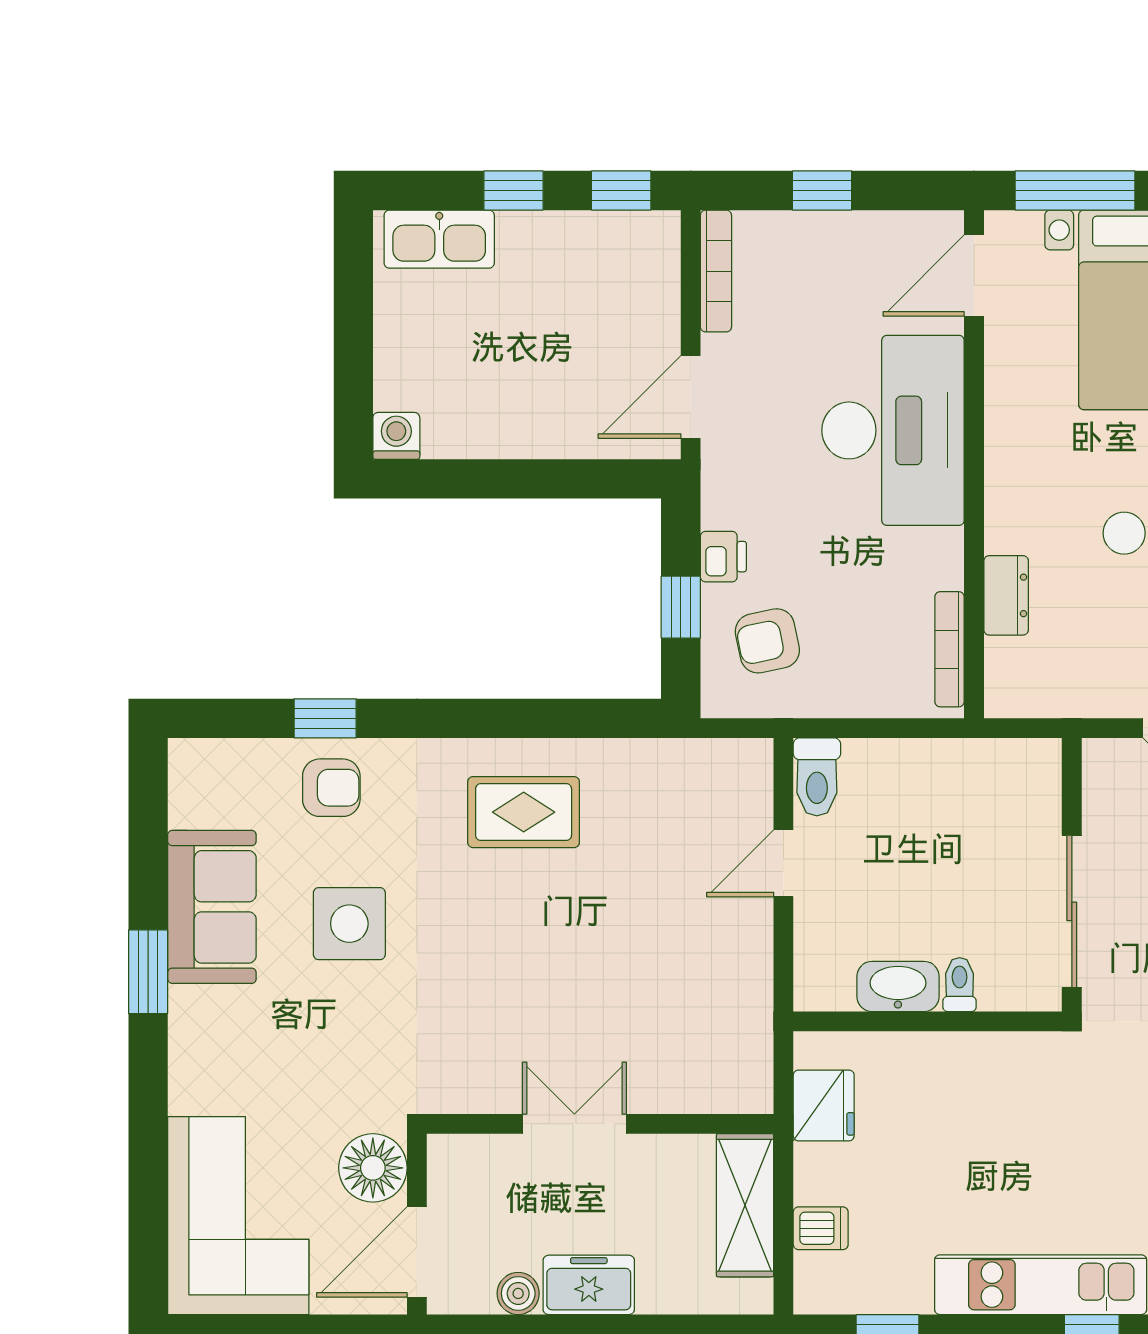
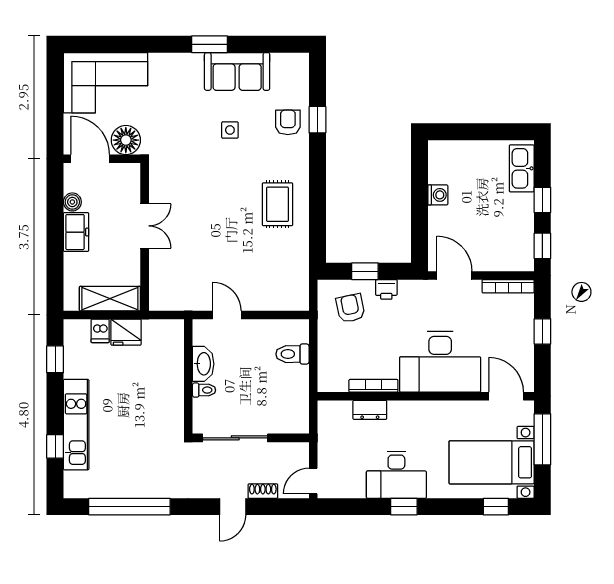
washing machine: (396, 436) -> (438, 195), moved
bookcase: (950, 649) -> (373, 386), moved
toilet: (817, 777) -> (292, 354), moved
armchair: (331, 788) -> (288, 122), turned 180
door: (783, 863) -> (227, 315), moved
side table: (349, 924) -> (230, 130), width x0.54, depth x0.54
fridge: (824, 1105) -> (126, 332), moved

